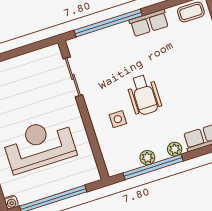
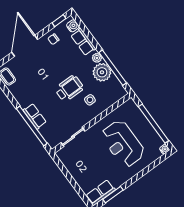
row of seats: (149, 23) -> (35, 116), moved
plant: (147, 158) -> (102, 72), width x1.87, depth x1.87

